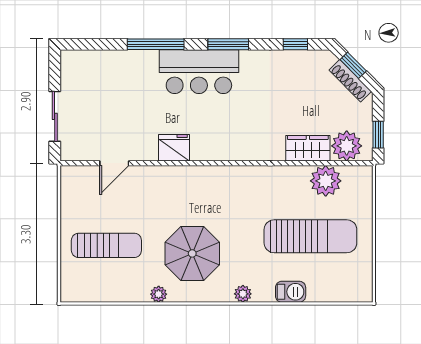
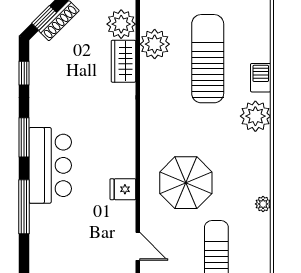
fridge: (174, 148) -> (123, 189), width x0.72
parasol: (192, 253) -> (186, 183), moved
plant: (243, 294) -> (255, 116), width x1.88, depth x1.88

